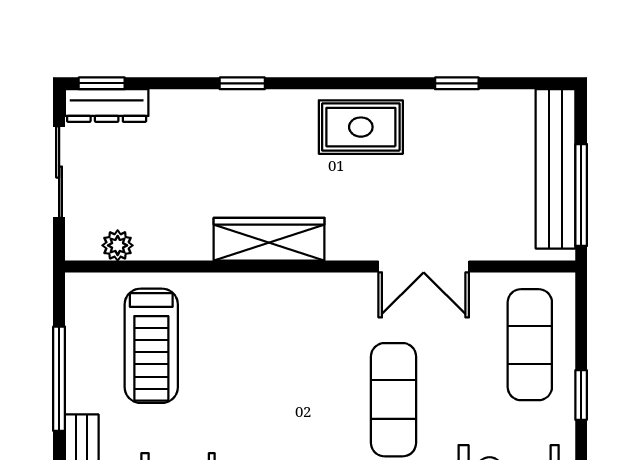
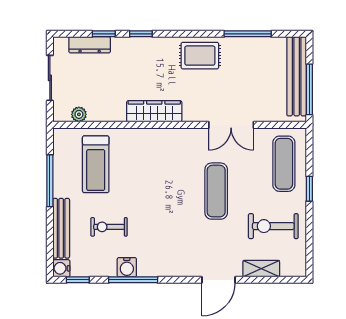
window: (102, 83) -> (104, 34), moved
window: (457, 83) -> (248, 34), width x2.17
dresser: (107, 106) -> (90, 45), moved

